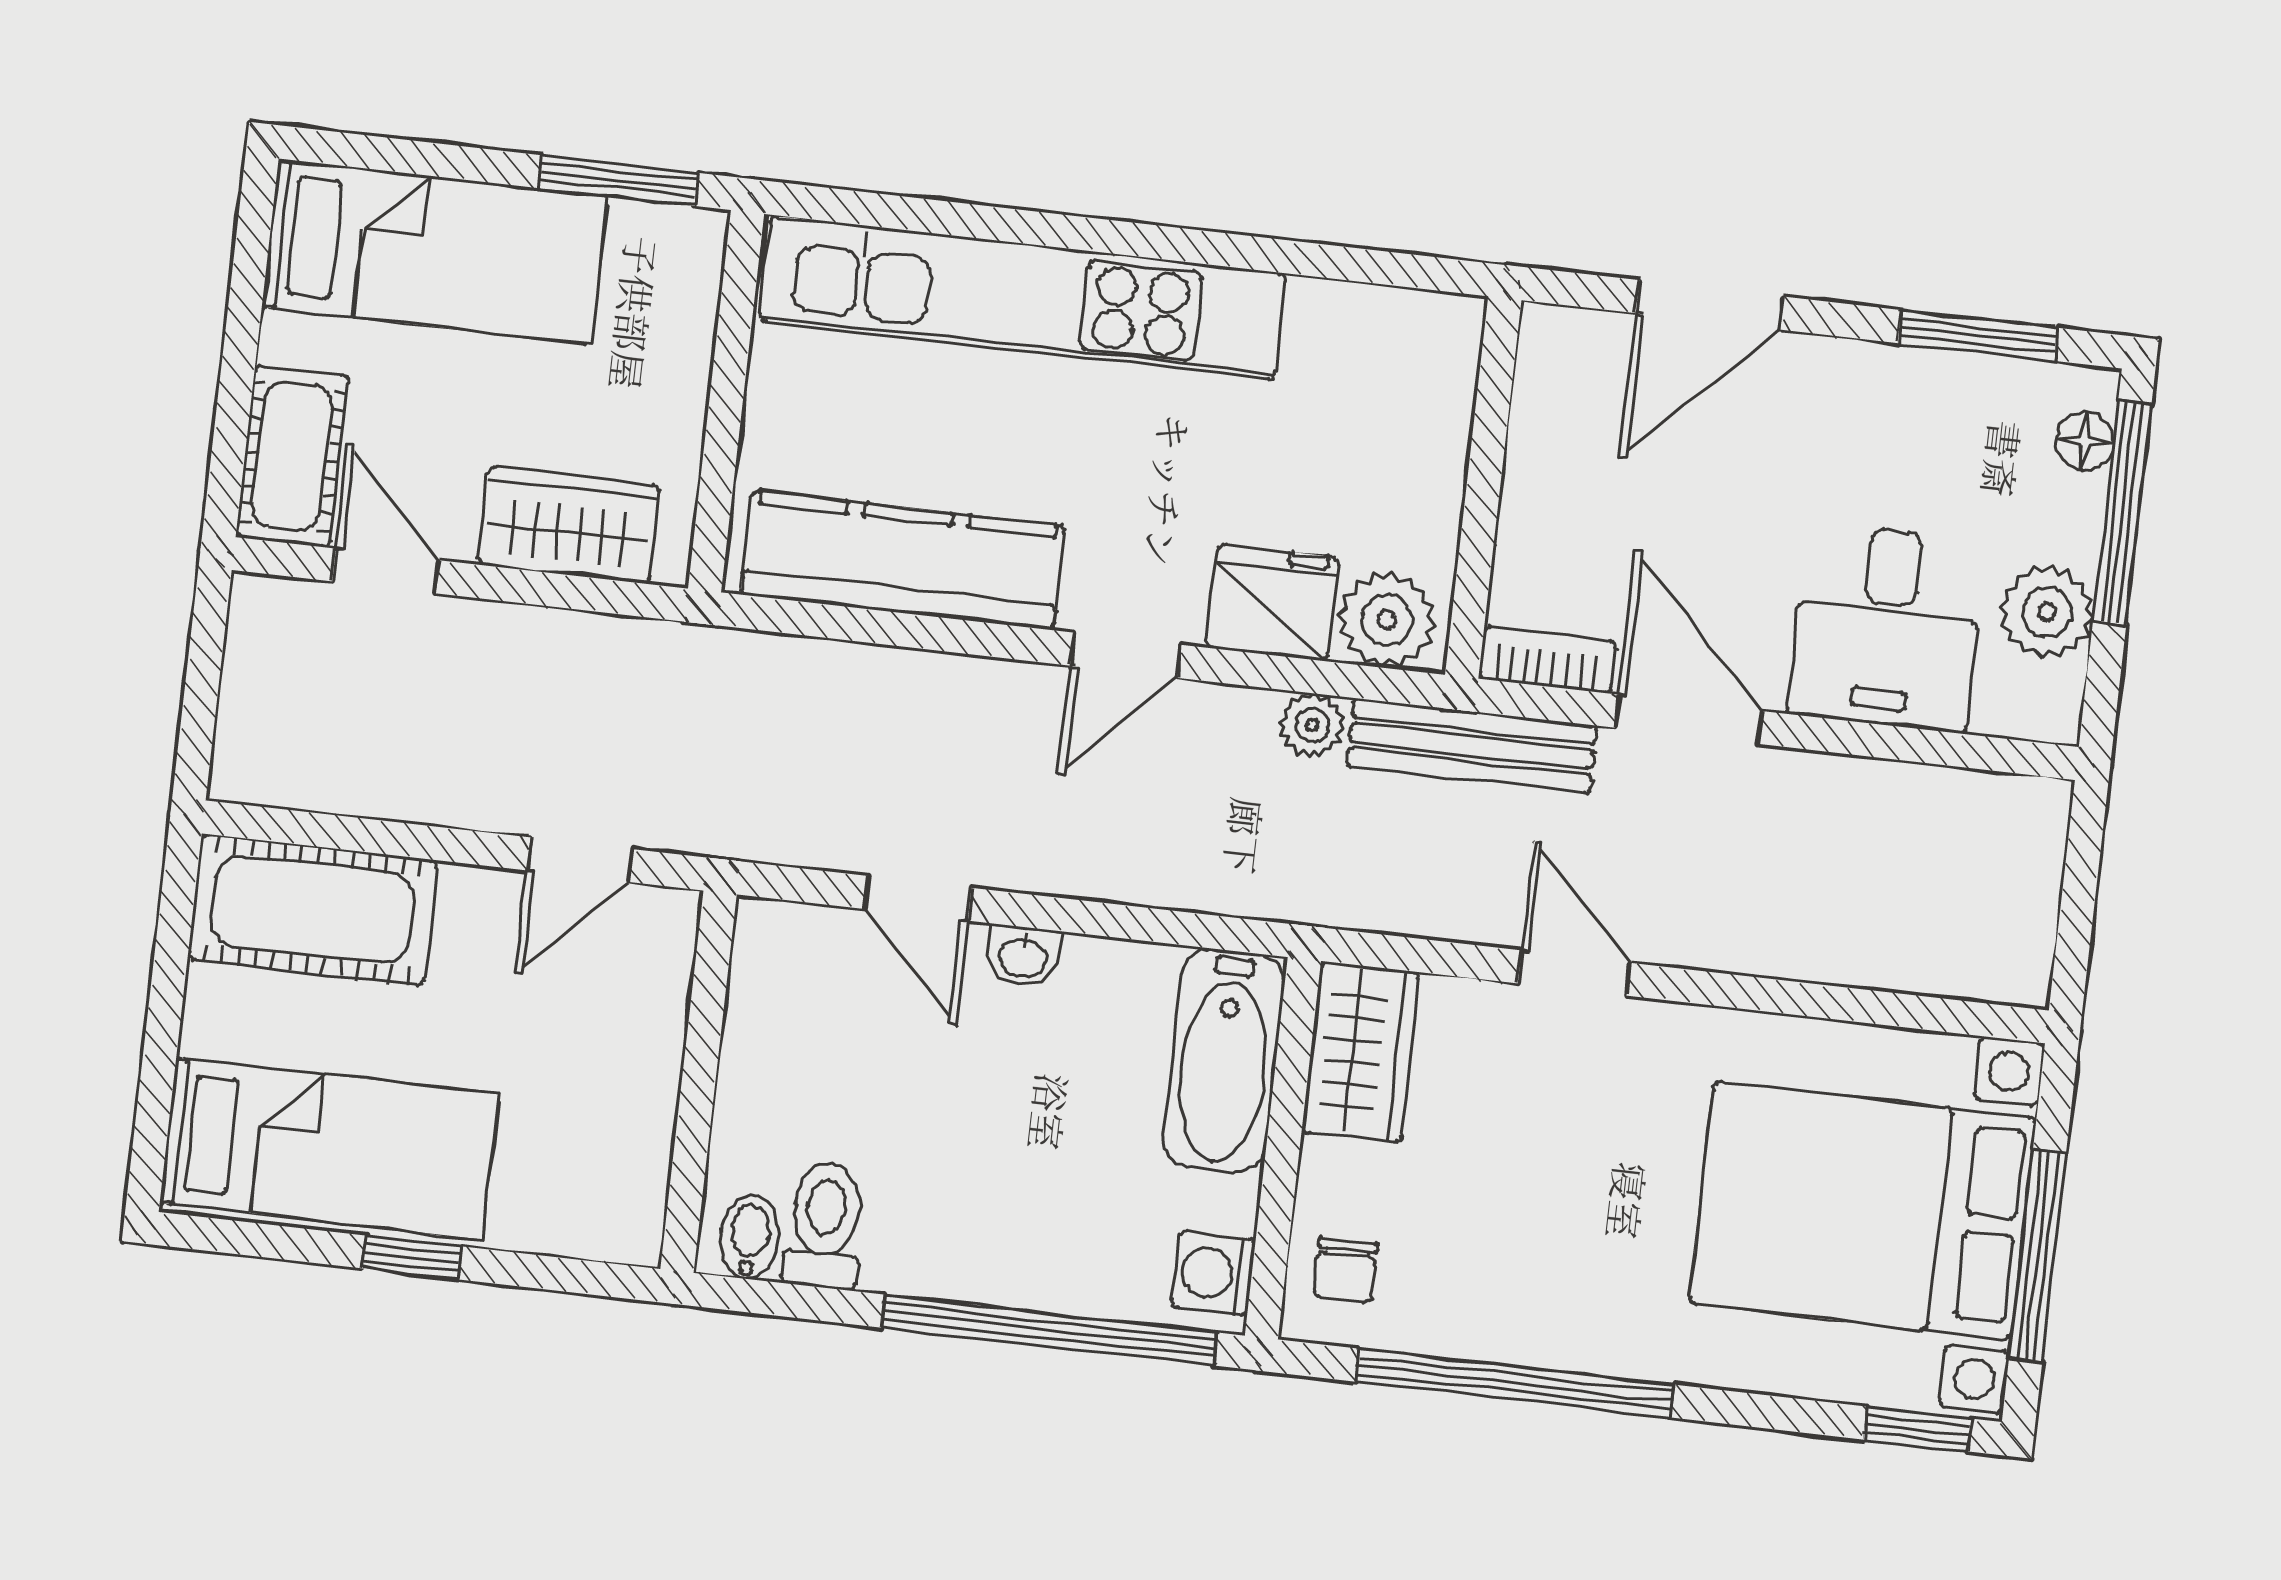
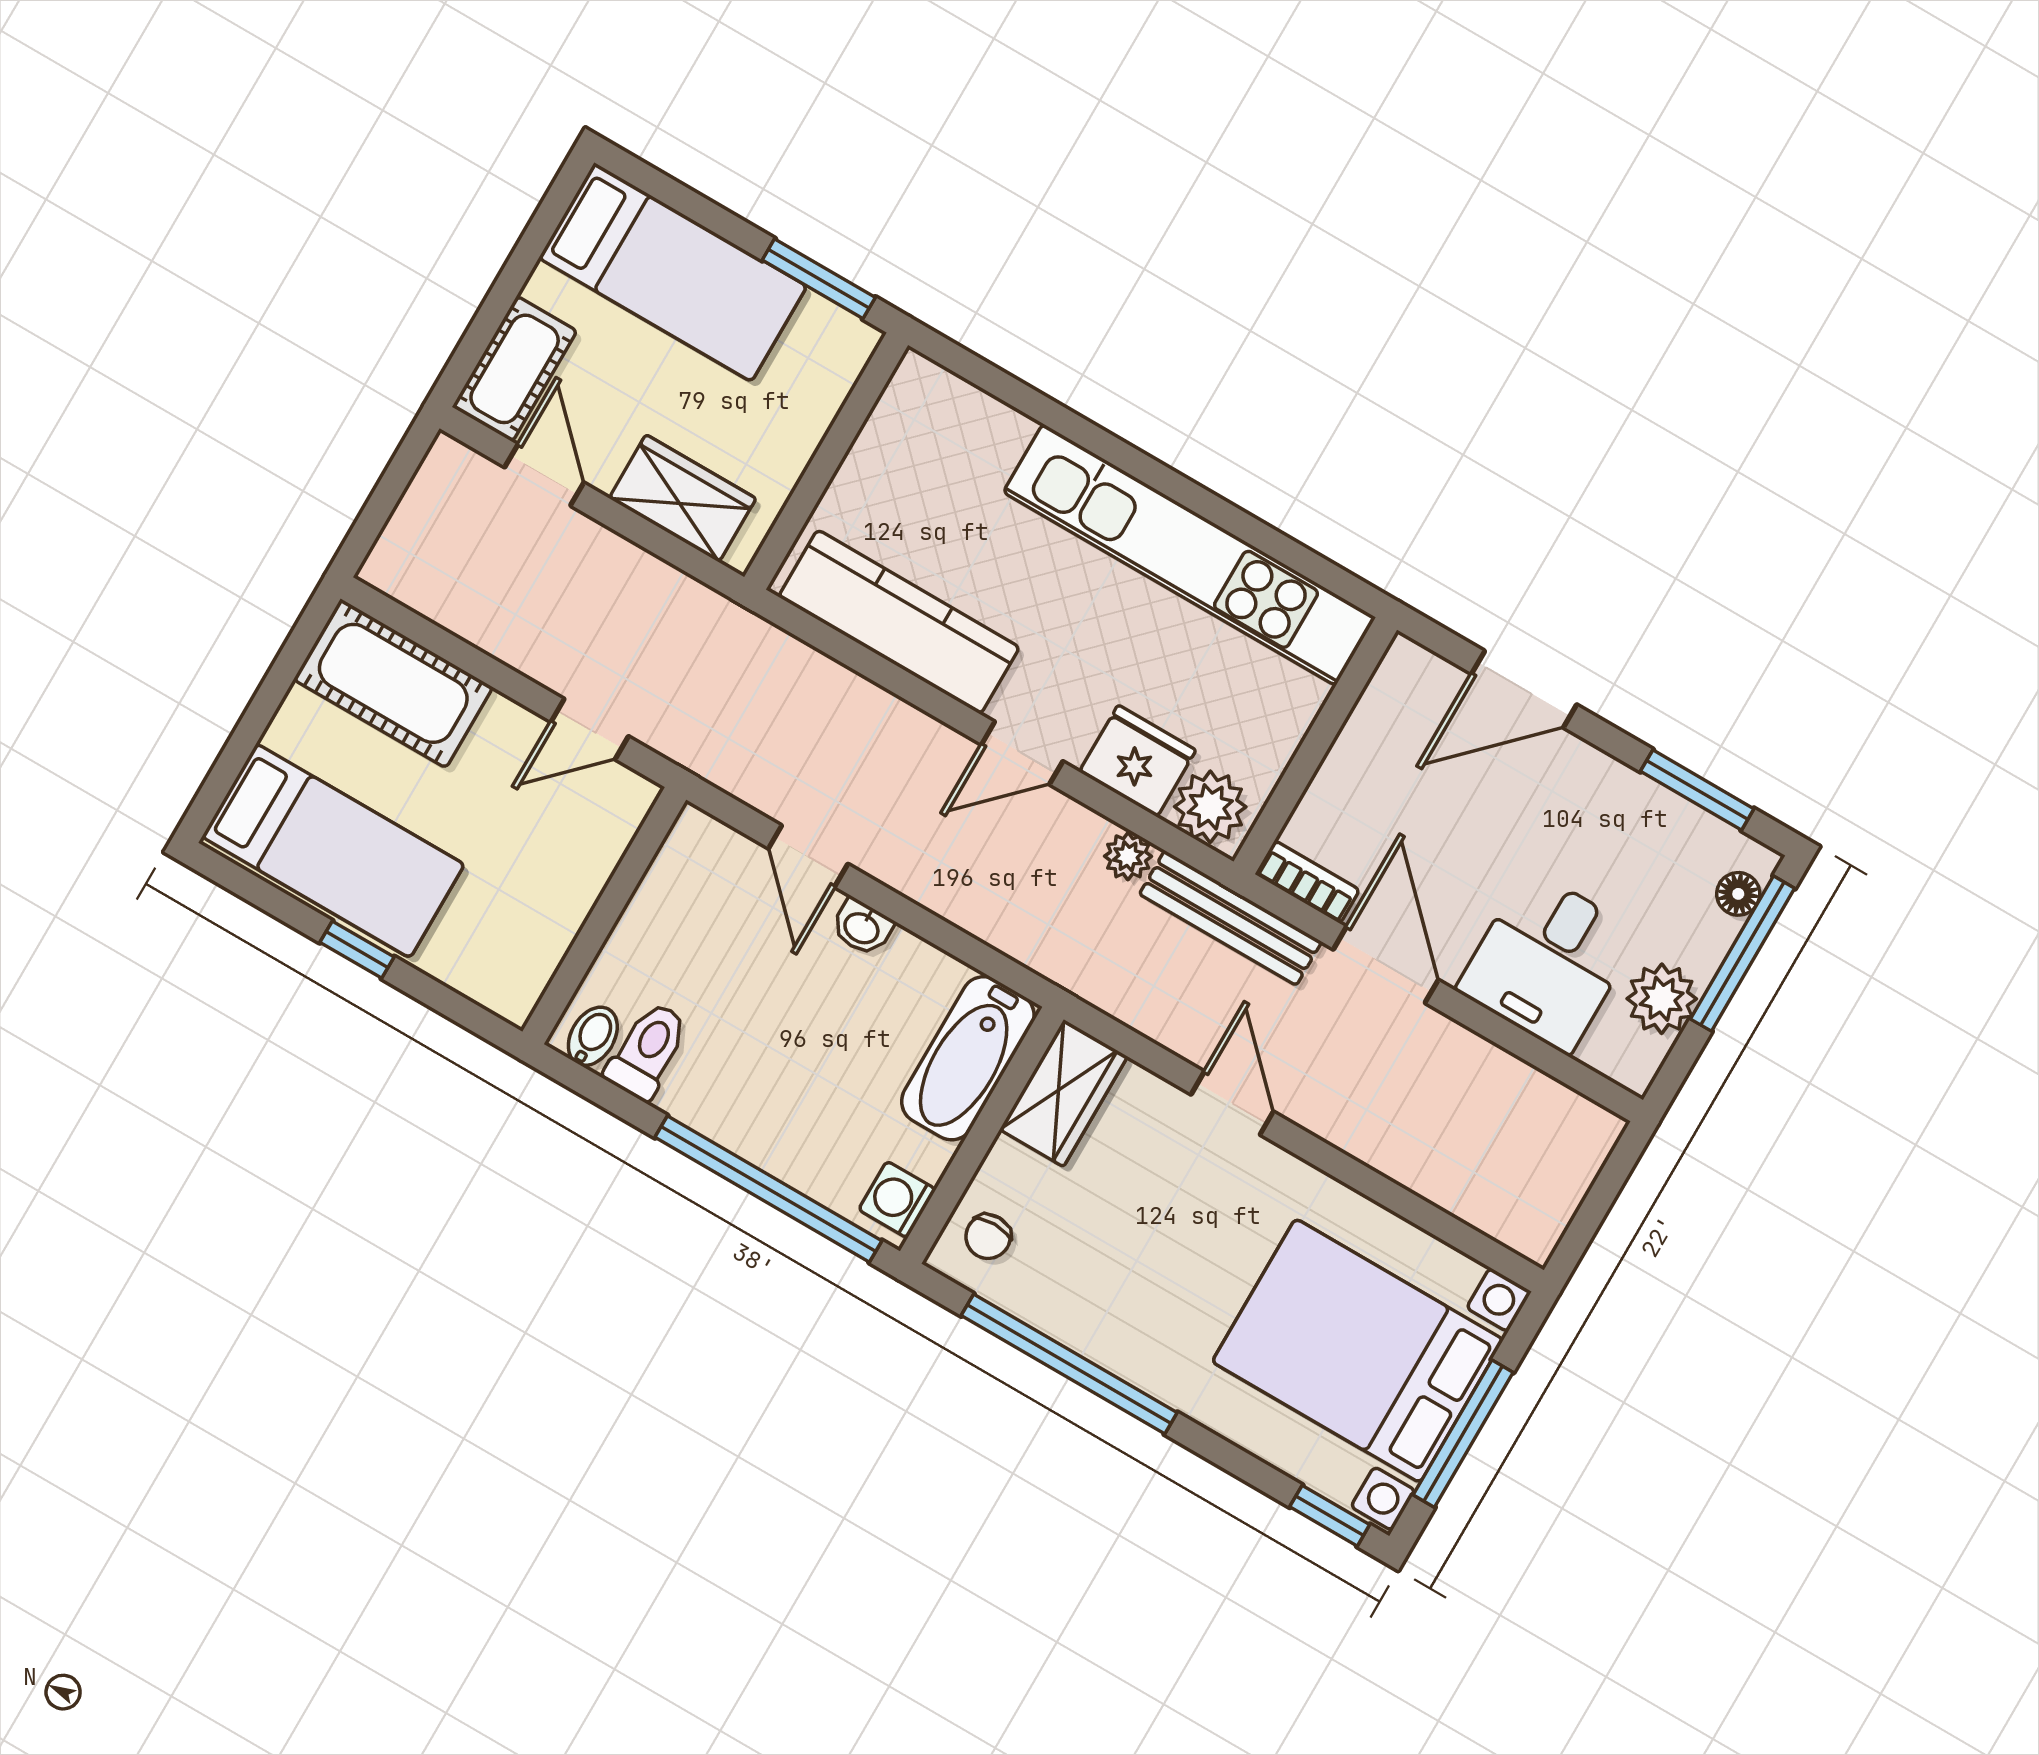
kitchen unit: (1022, 297) -> (1189, 555), moved

